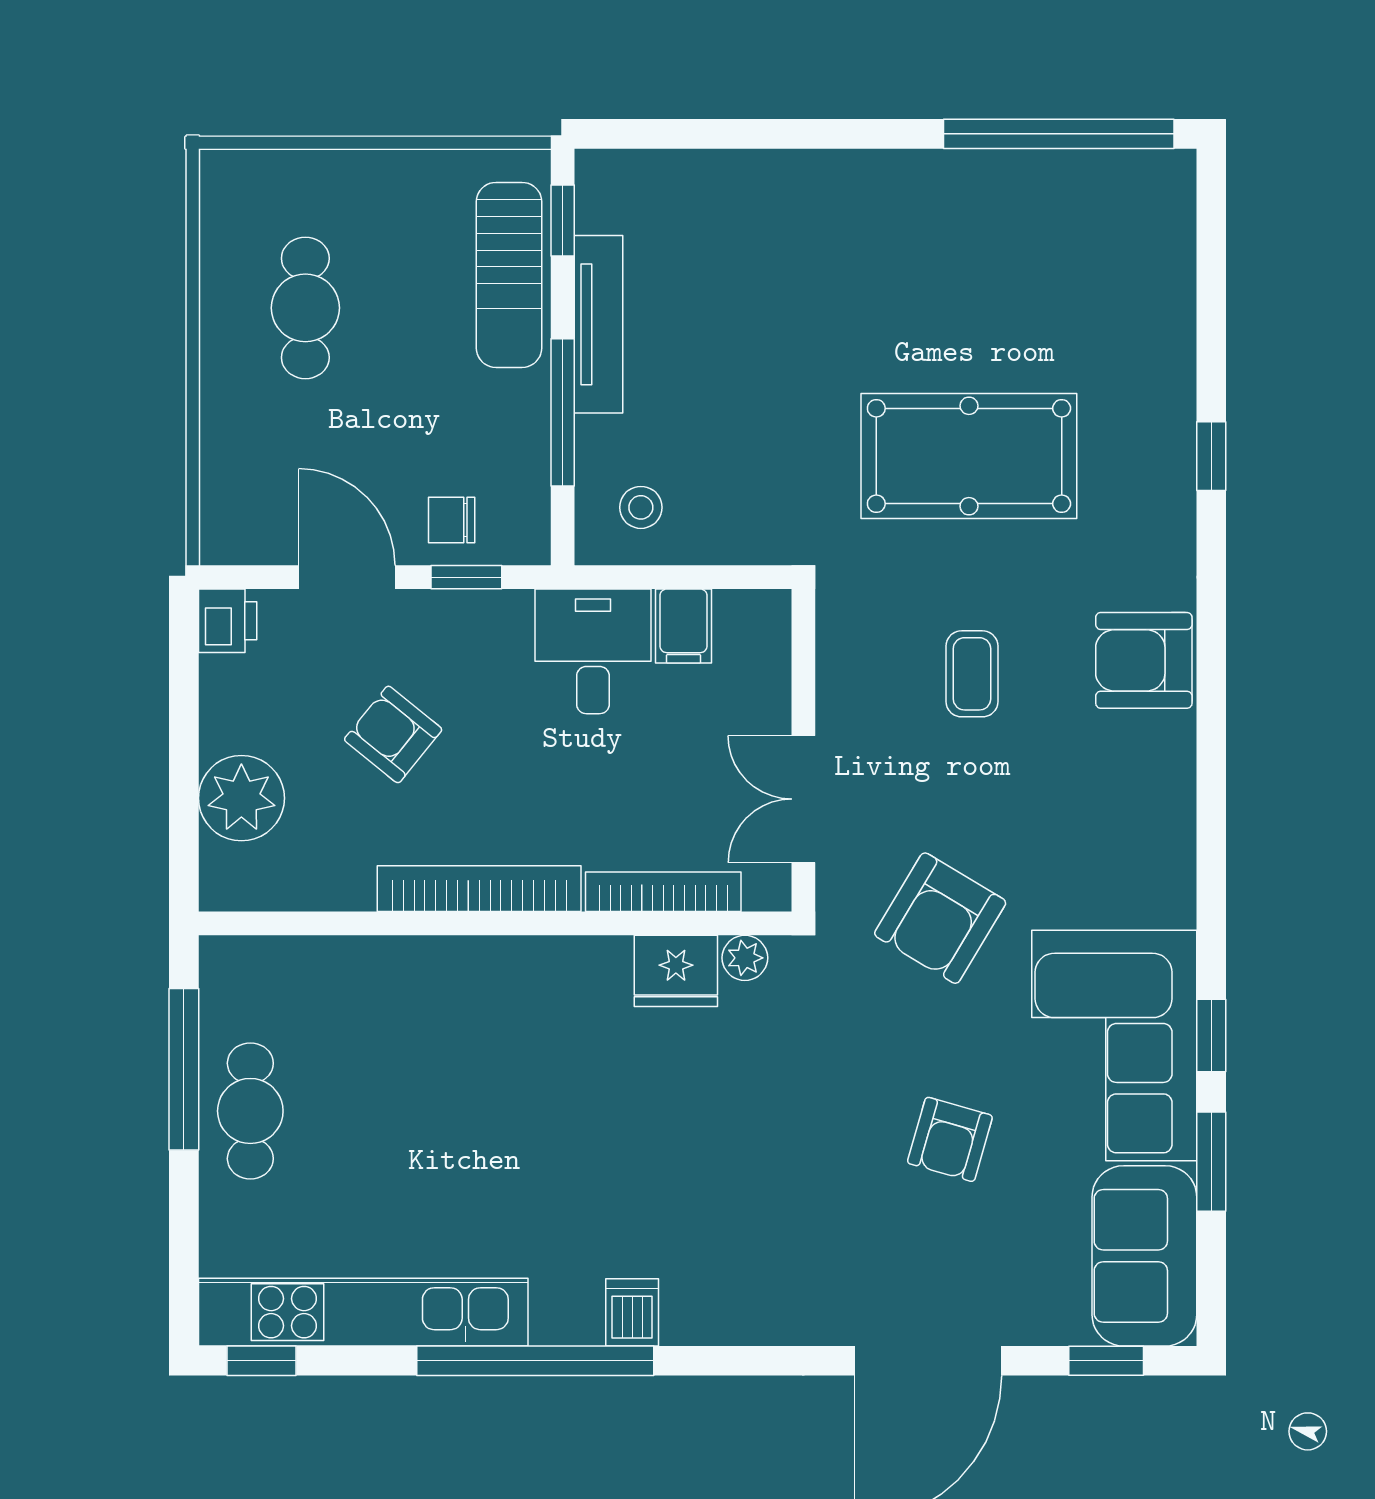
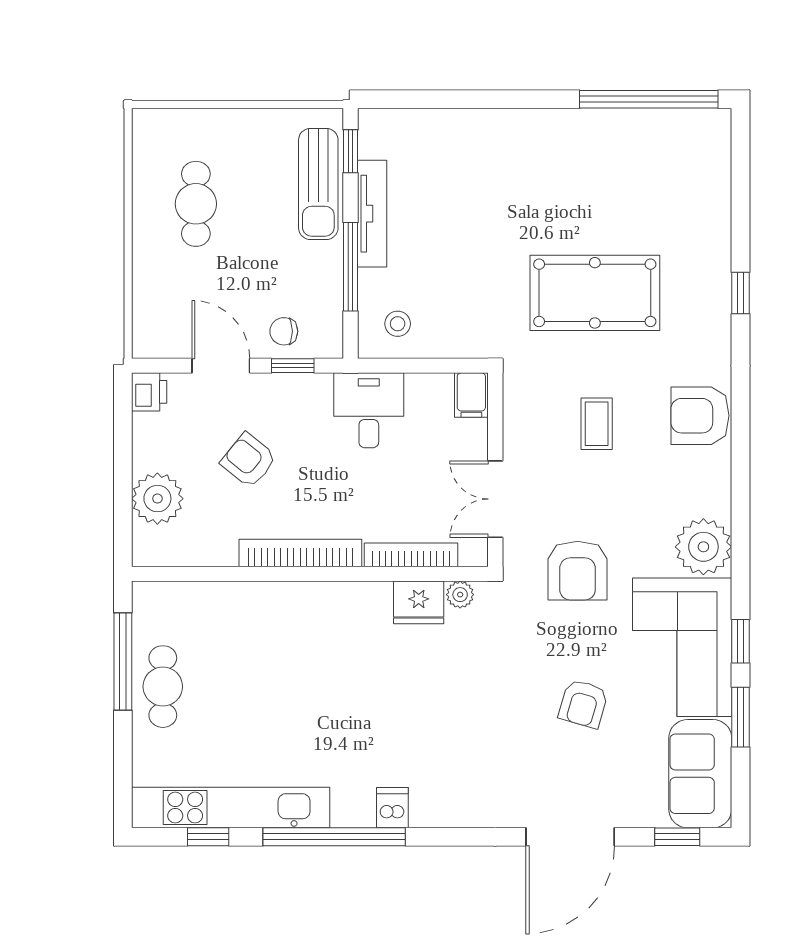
filing cabinet: (684, 626) -> (471, 395), moved
plant: (1150, 878) -> (703, 547), added
armchair: (940, 918) -> (578, 571), turned -31
window: (261, 1361) -> (208, 837), moved

